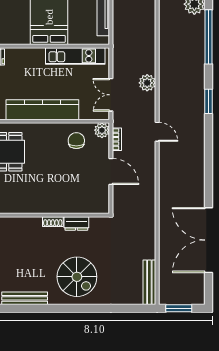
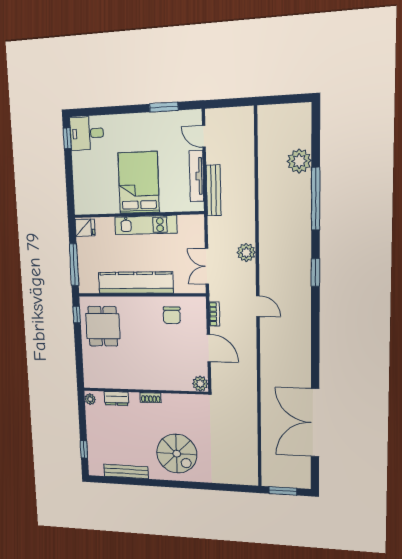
kitchen unit: (75, 56) -> (146, 225), moved
plant: (102, 130) -> (200, 384), moved
chair: (76, 141) -> (172, 315), turned 180
dresser: (76, 223) -> (116, 398), moved
bench: (149, 282) -> (214, 190), moved

